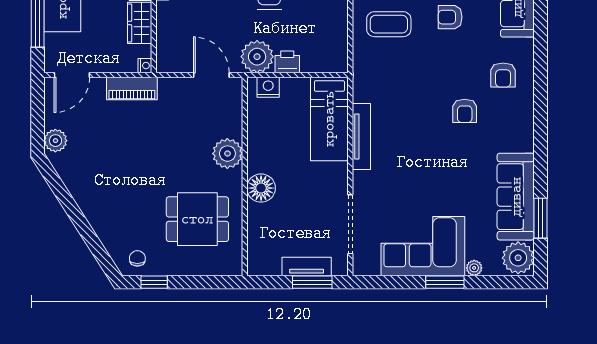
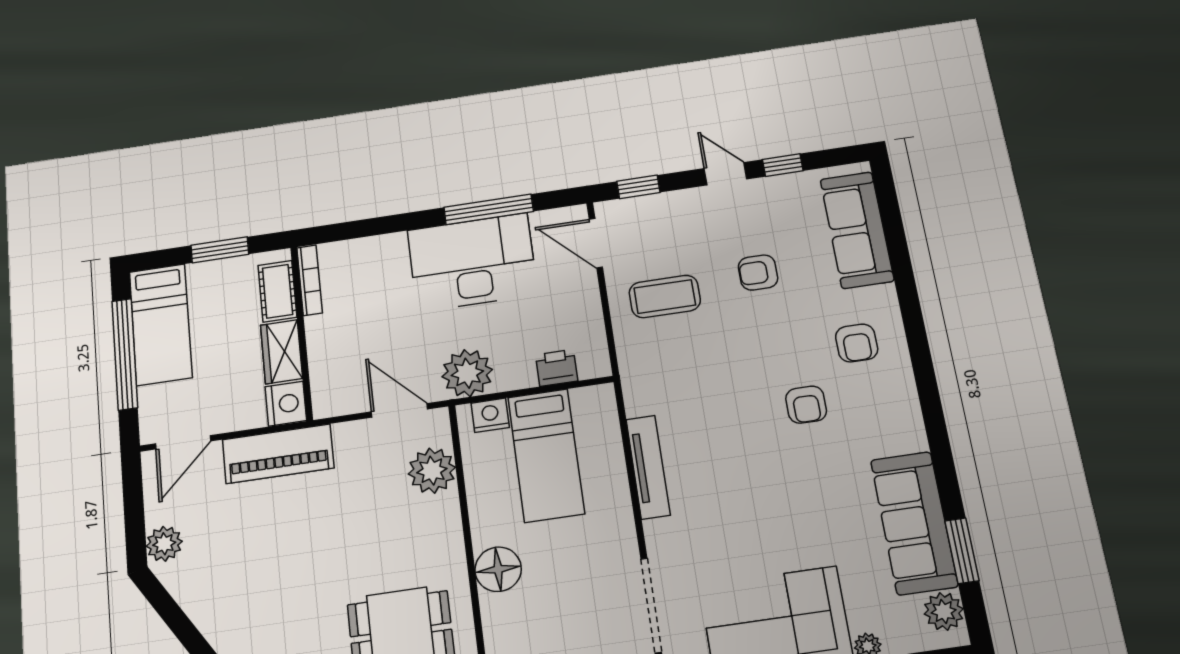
printer: (287, 62) -> (557, 368), moved
nightstand: (145, 66) -> (286, 404), width x1.89, depth x1.79
piano: (132, 88) -> (278, 454), width x1.37, depth x1.33
bed: (329, 119) -> (546, 455), moved
plant: (227, 154) -> (432, 471), moved
plant: (518, 258) -> (944, 611), width x0.73, depth x0.73

